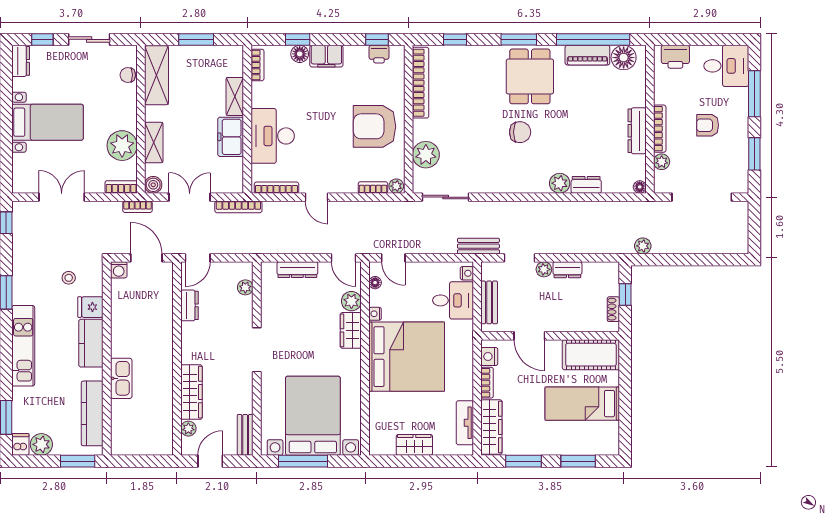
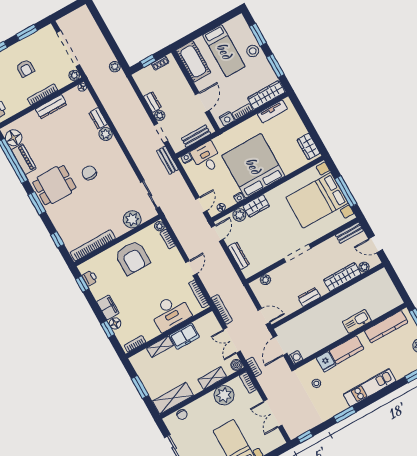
plant: (662, 162) -> (74, 75), moved
dresser: (190, 305) -> (309, 297), moved
stool: (560, 442) -> (253, 51), added
wardrobe: (414, 445) -> (309, 146), moved

